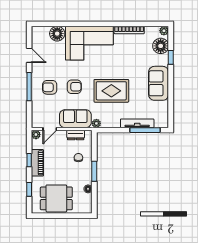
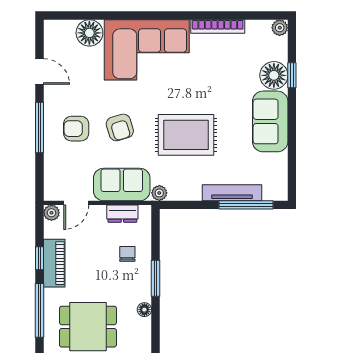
floor lamp: (161, 46) -> (274, 75), moved
armchair: (74, 87) -> (120, 127), turned 73
window: (29, 189) -> (39, 310), width x2.17

